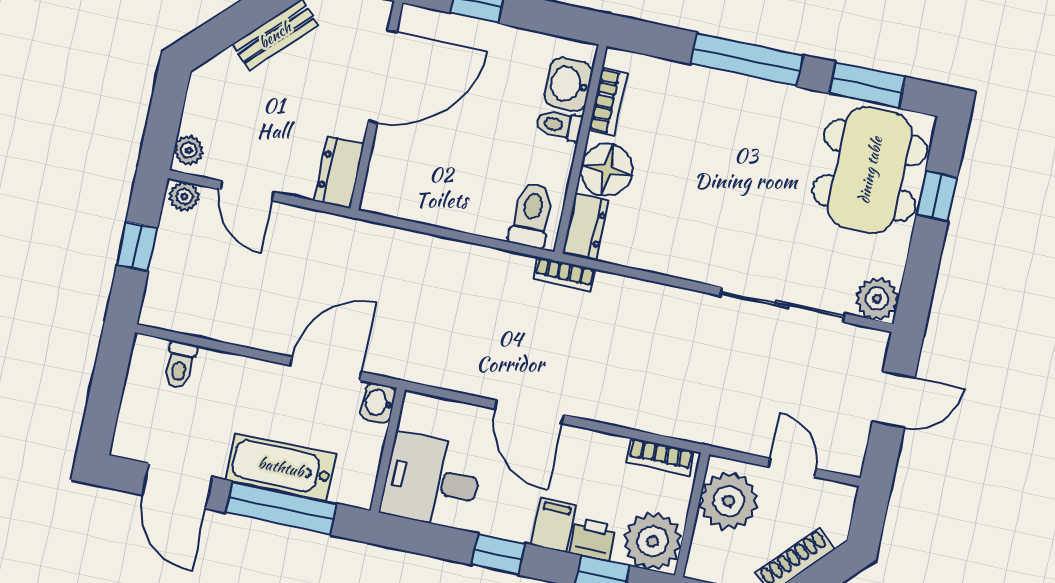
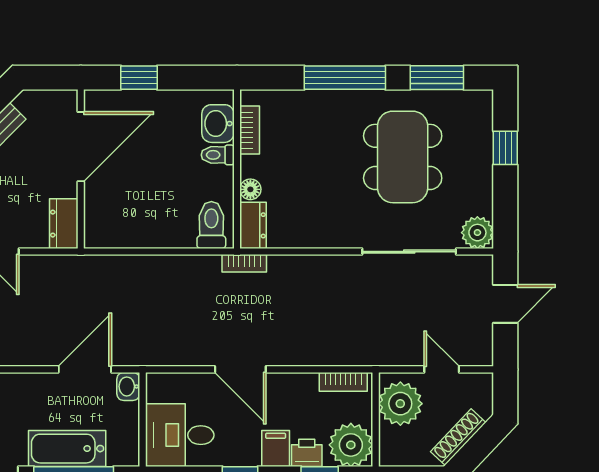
floor lamp: (607, 170) -> (250, 189), width x0.53, depth x0.53
dining table: (870, 170) -> (403, 157), moved

